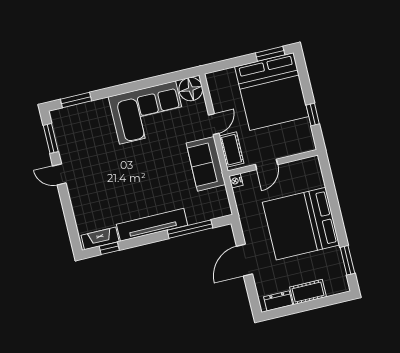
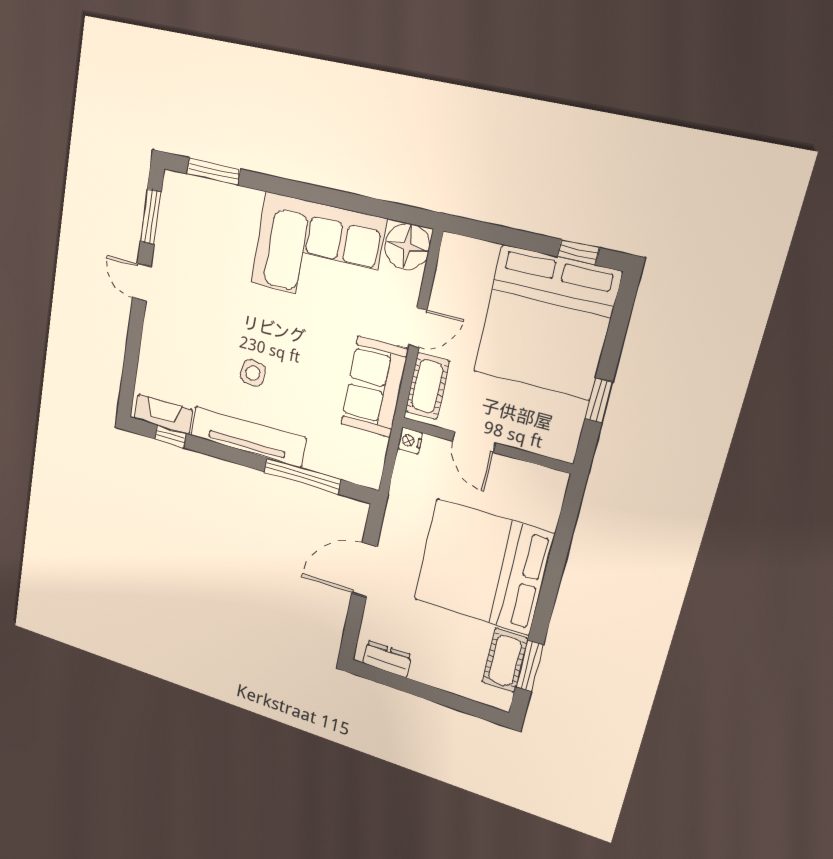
window: (270, 54) -> (578, 252), width x0.67
door: (267, 164) -> (474, 442), hinge flipped
side table: (140, 190) -> (253, 373), added
cot: (308, 292) -> (505, 660), moved, turned 90

